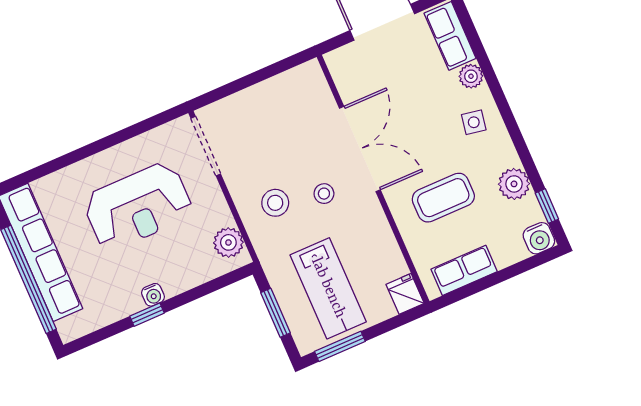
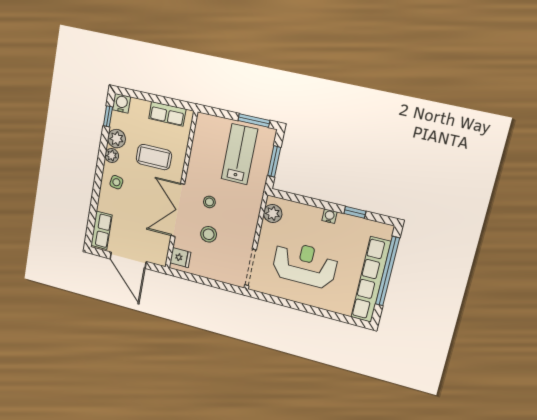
plant: (471, 76) -> (112, 156), moved
stool: (275, 203) -> (209, 234), moved
fridge: (405, 294) -> (180, 258), moved, turned -90
window: (147, 315) -> (355, 212), moved

